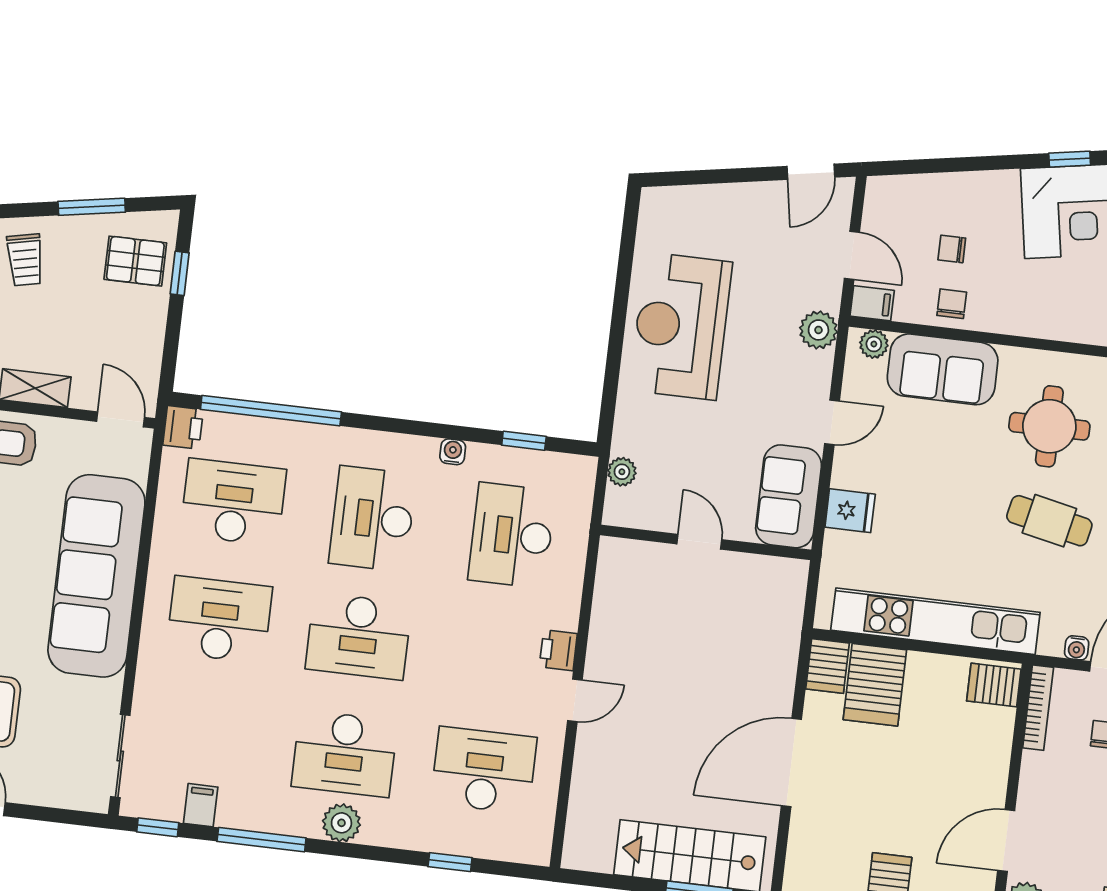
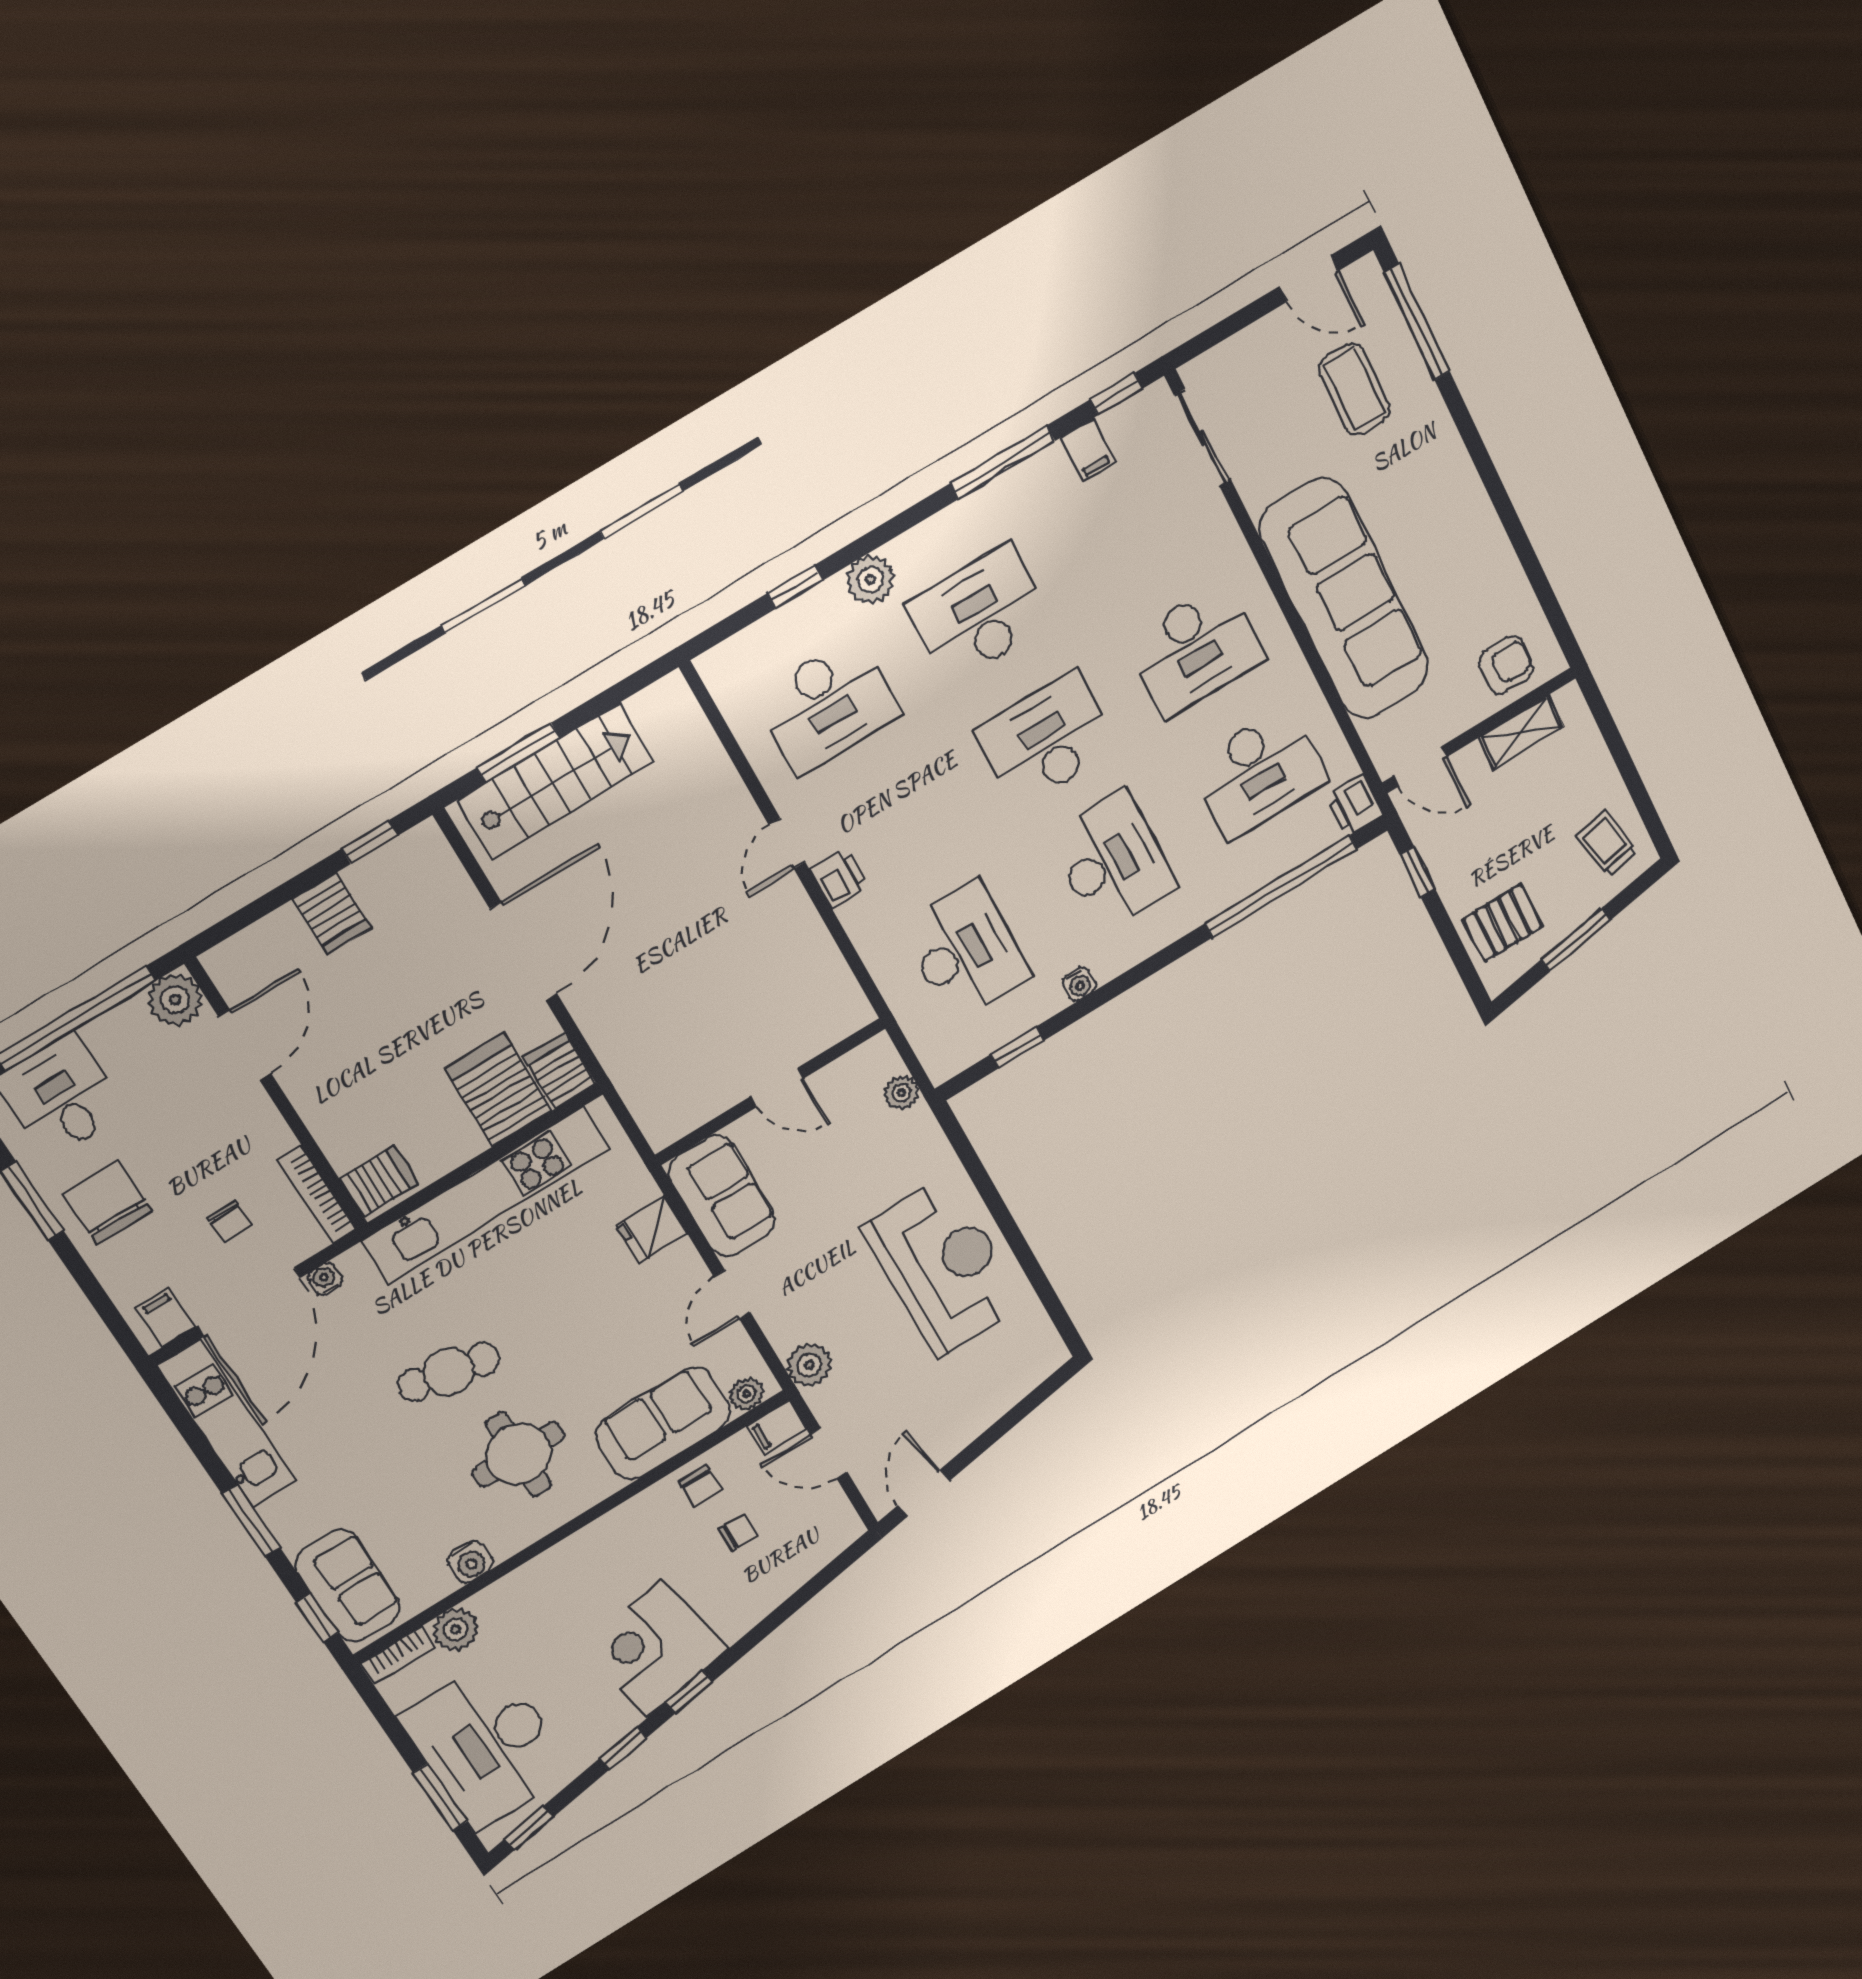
window: (180, 273) -> (1417, 872), moved
plant: (341, 823) -> (871, 580), moved

